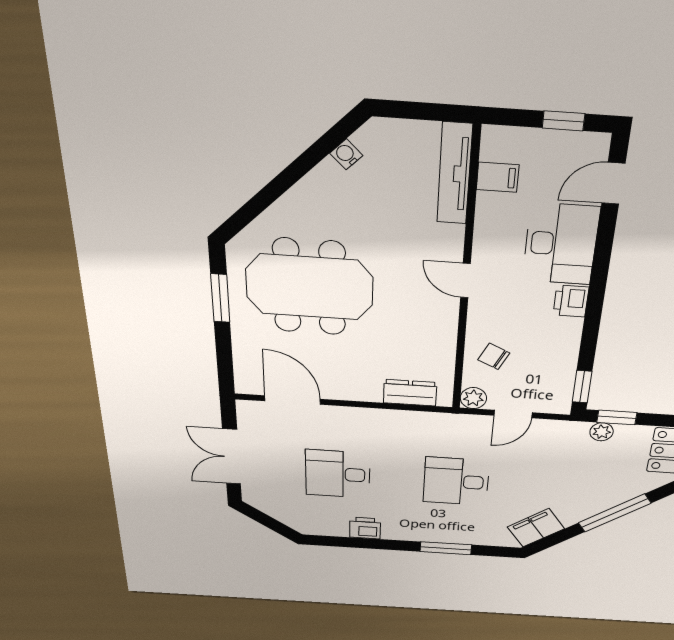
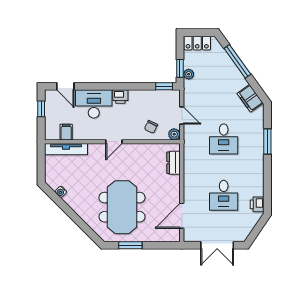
printer: (365, 528) -> (257, 204), moved

